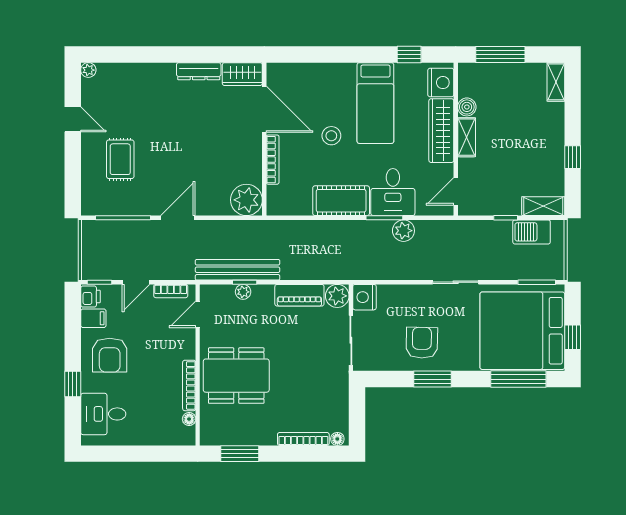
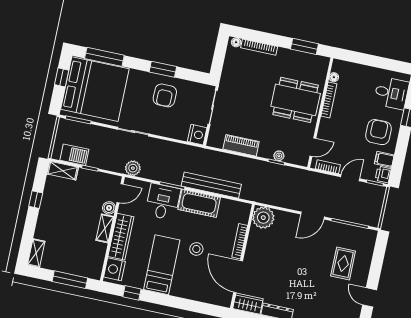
boiler: (467, 107) -> (109, 208), moved
plant: (403, 231) -> (133, 168), moved
bench: (238, 270) -> (211, 185), moved
plant: (337, 296) -> (216, 139), removed

